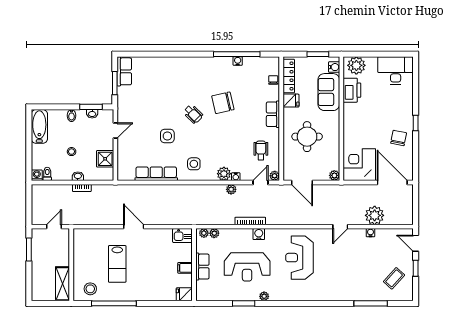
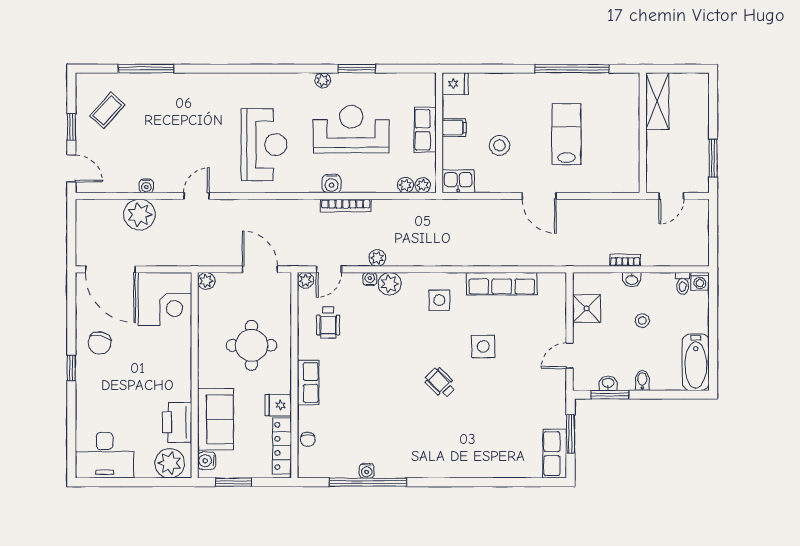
chair: (223, 103) -> (391, 401), removed
stool: (90, 289) -> (499, 145), moved

